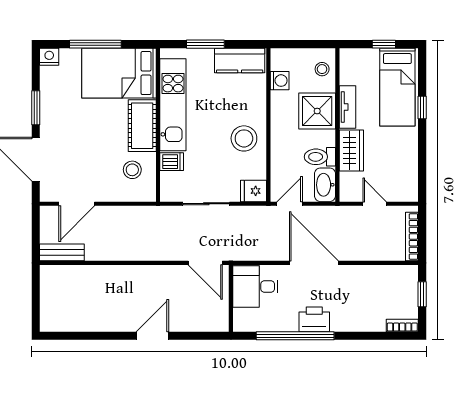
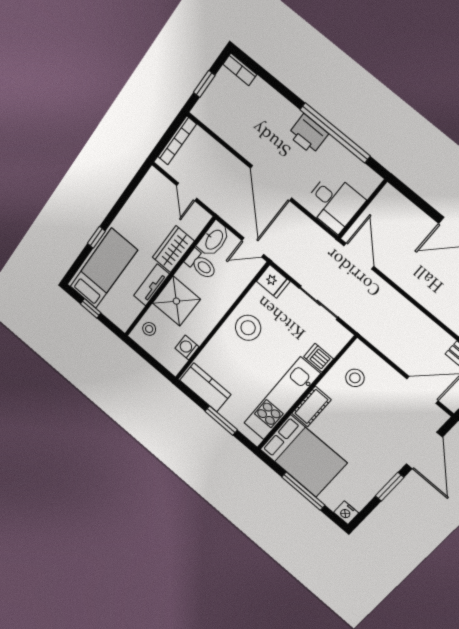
cot: (142, 126) -> (311, 406), width x0.73, depth x0.75

